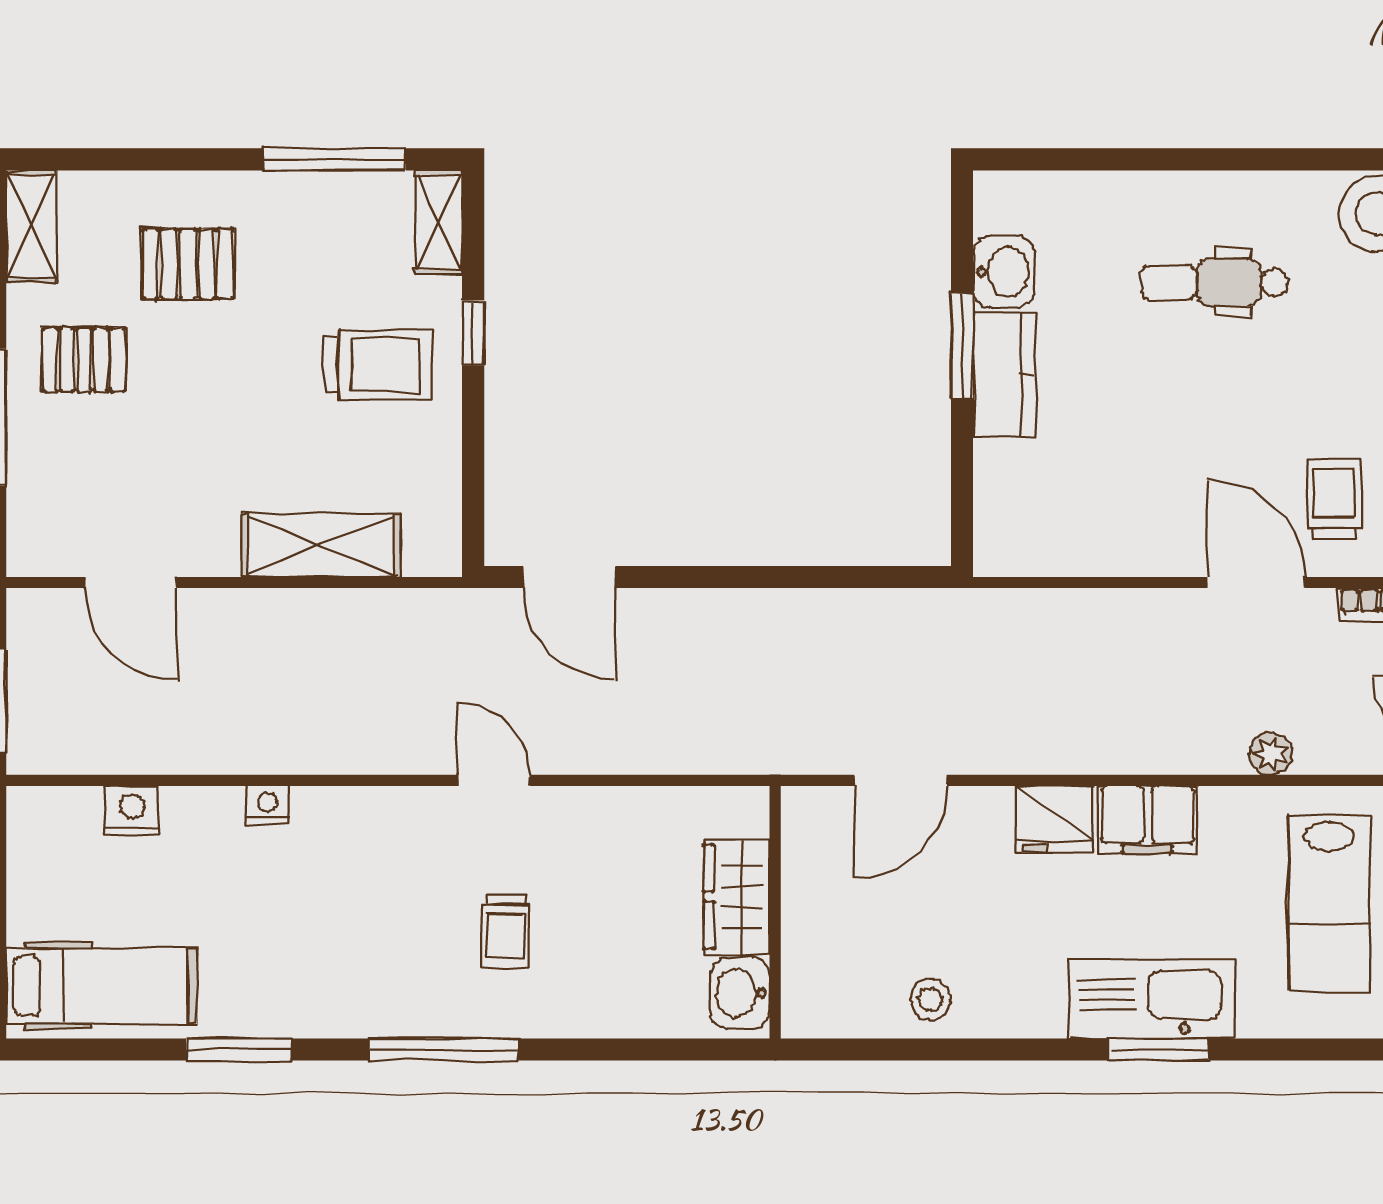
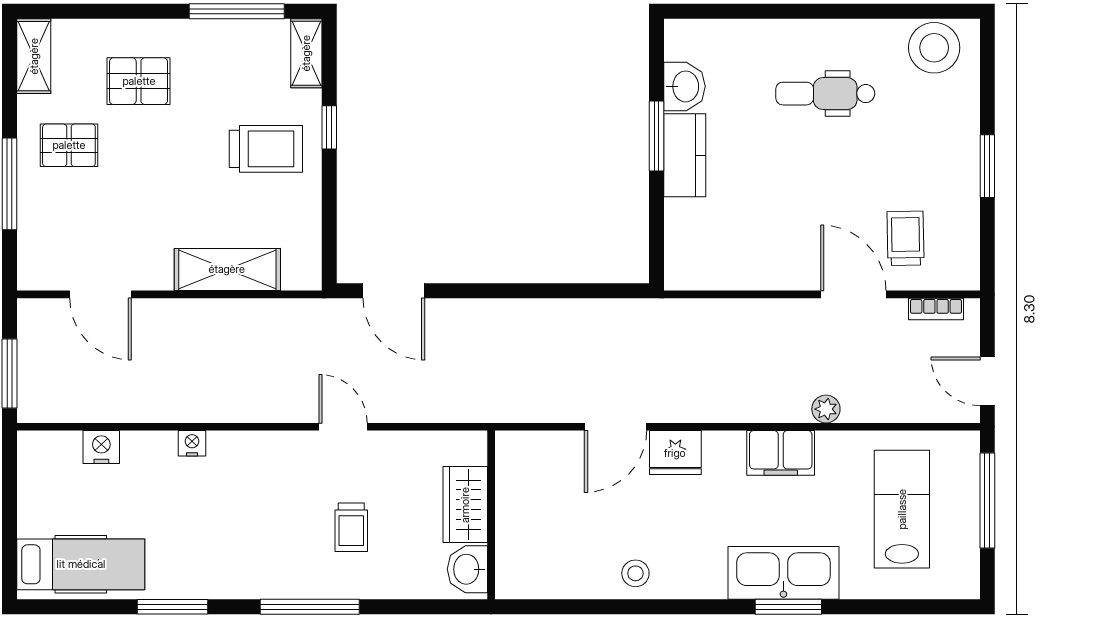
plant: (1271, 754) -> (826, 409), moved
fridge: (1054, 819) -> (675, 453), moved
wardrobe: (737, 897) -> (465, 505), moved
lab bench: (1329, 903) -> (902, 509), turned 180
wall: (775, 912) -> (491, 515), moved
washbasin: (740, 993) -> (467, 569), moved

